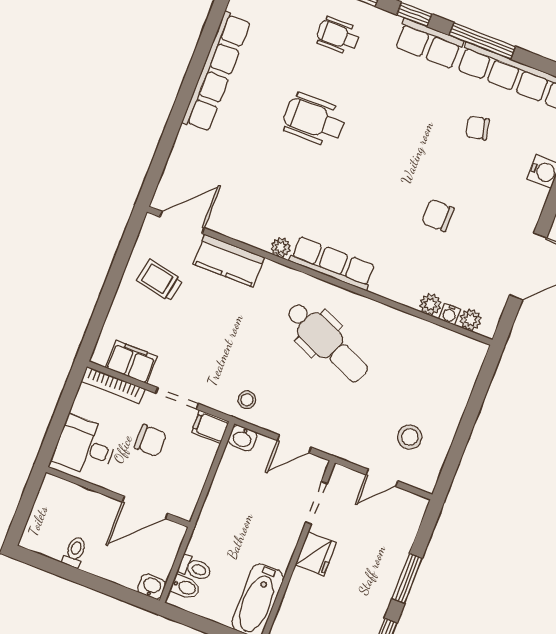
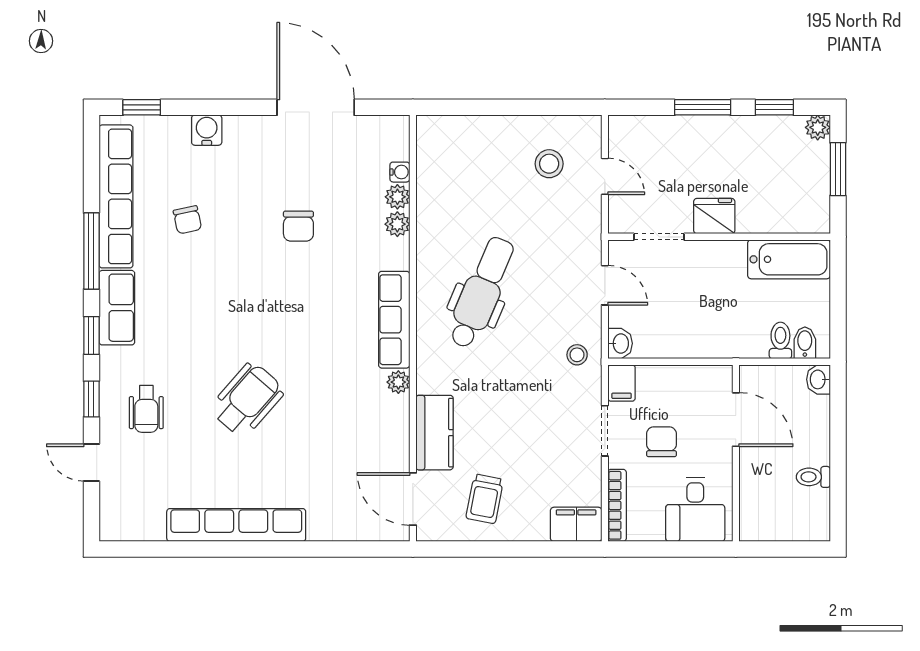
wheelchair: (314, 120) -> (247, 400), turned -139
plant: (470, 320) -> (397, 224), moved
filing cabinet: (131, 362) -> (576, 524), moved, turned 90

